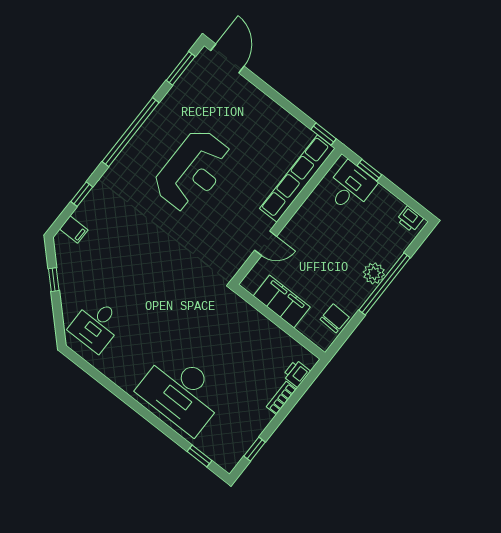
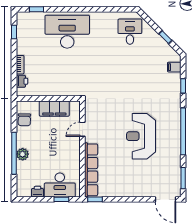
desk: (350, 187) -> (60, 185), width x1.37
printer: (410, 219) -> (37, 192), moved

